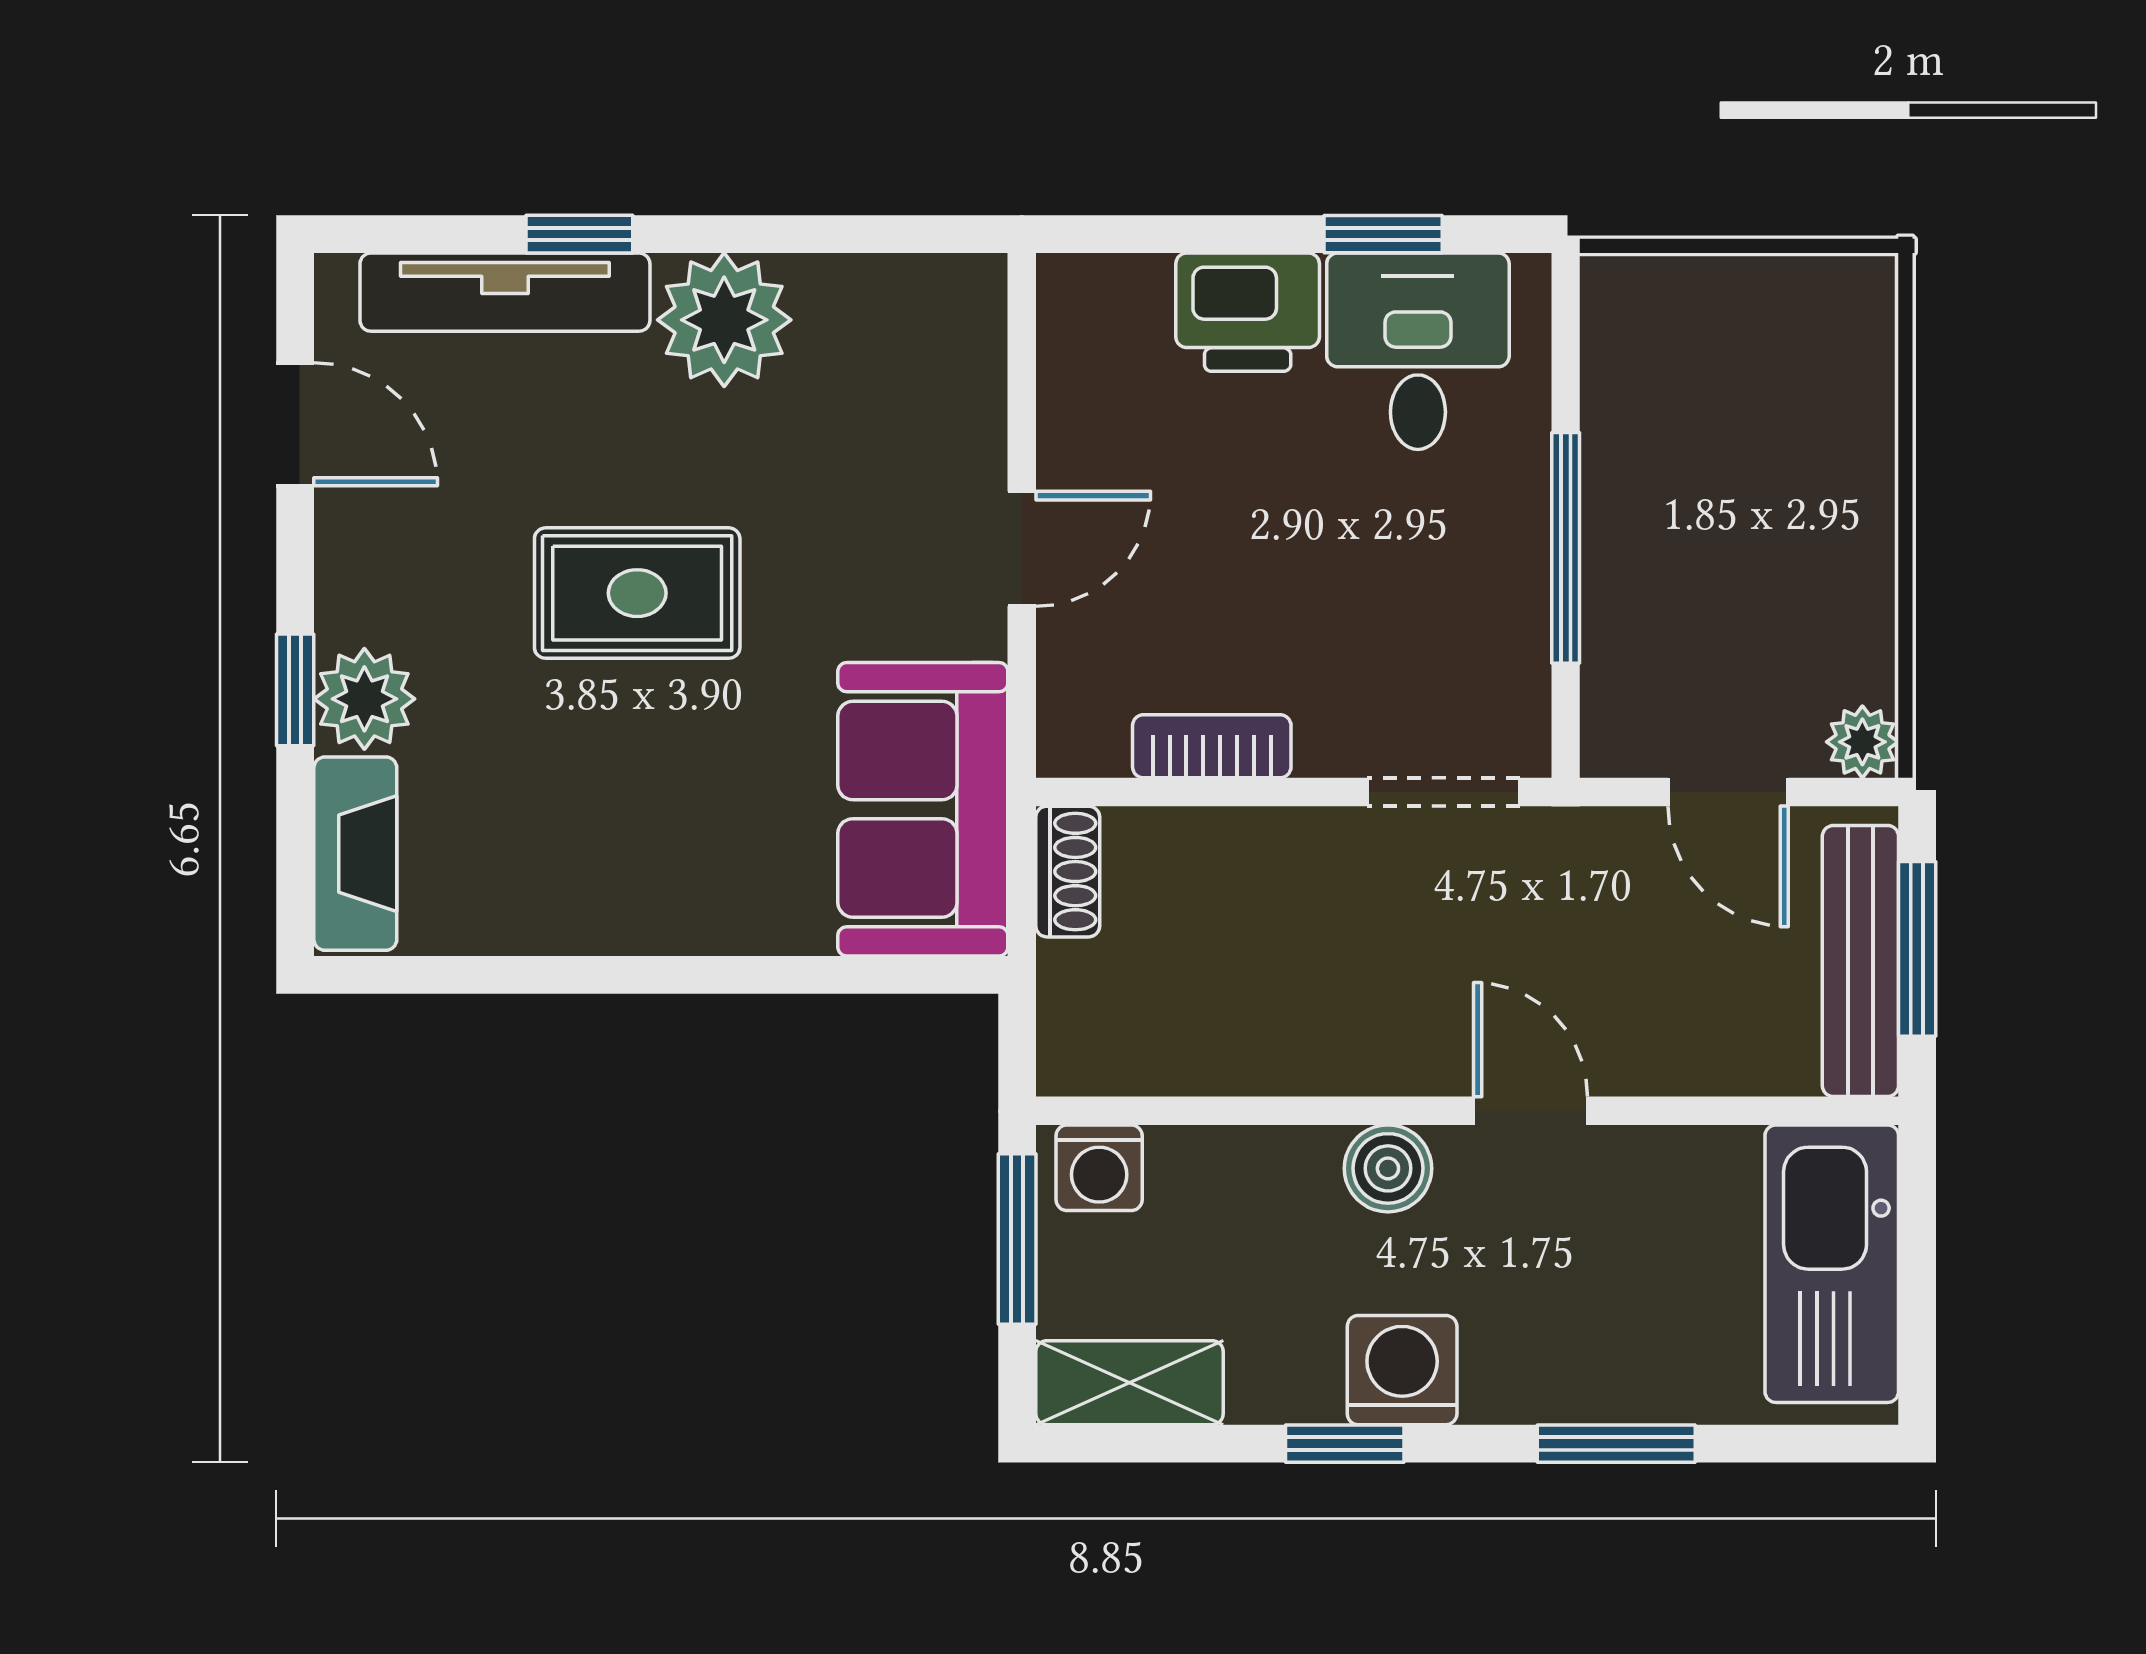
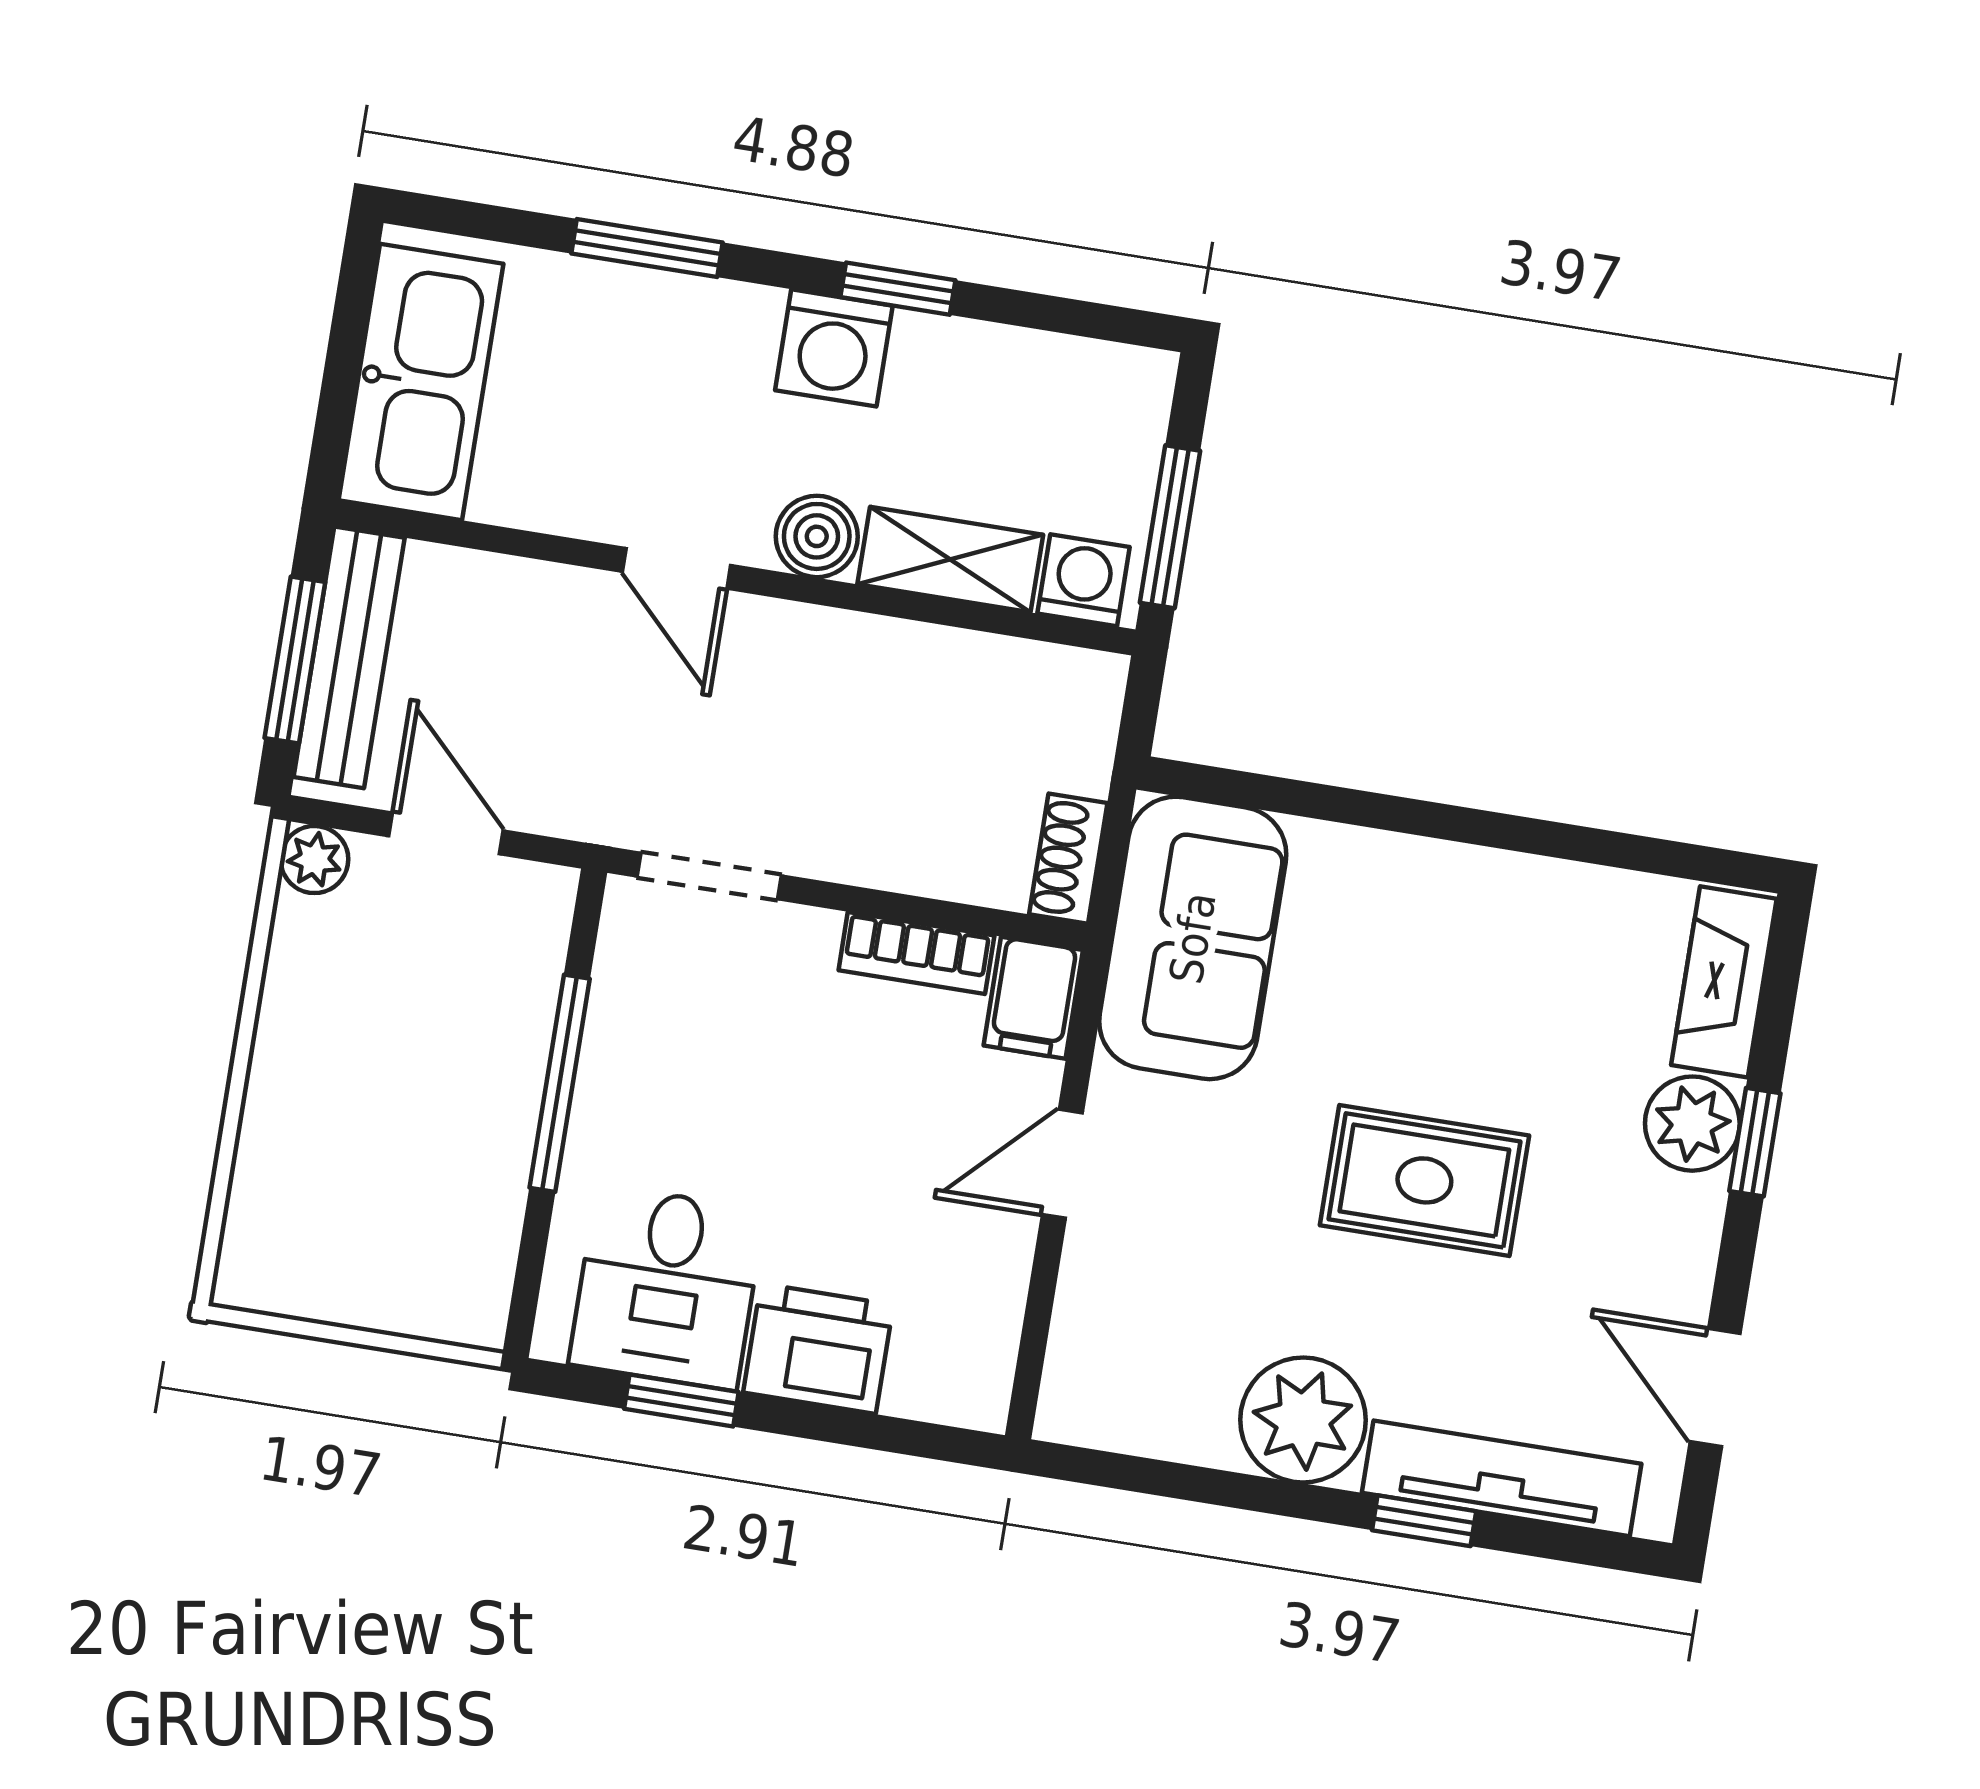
filing cabinet: (1081, 719) -> (1033, 998), added
shelving: (1130, 1383) -> (950, 559), moved

